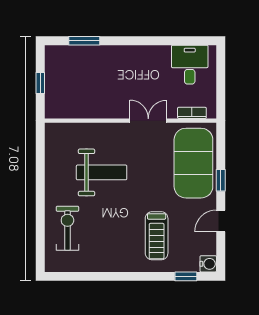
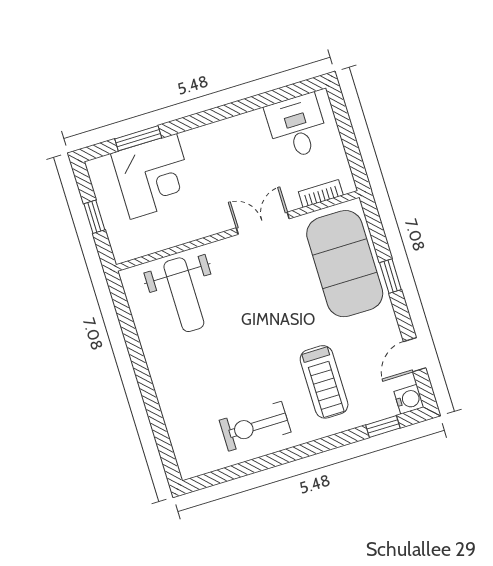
corner desk: (87, 69) -> (153, 176), added
weight bench: (102, 172) -> (184, 295), moved, turned 90
door: (221, 221) -> (415, 355), moved
exercise bike: (67, 228) -> (255, 426), moved, turned -90

